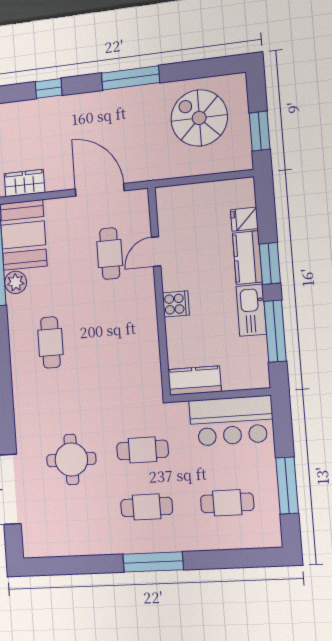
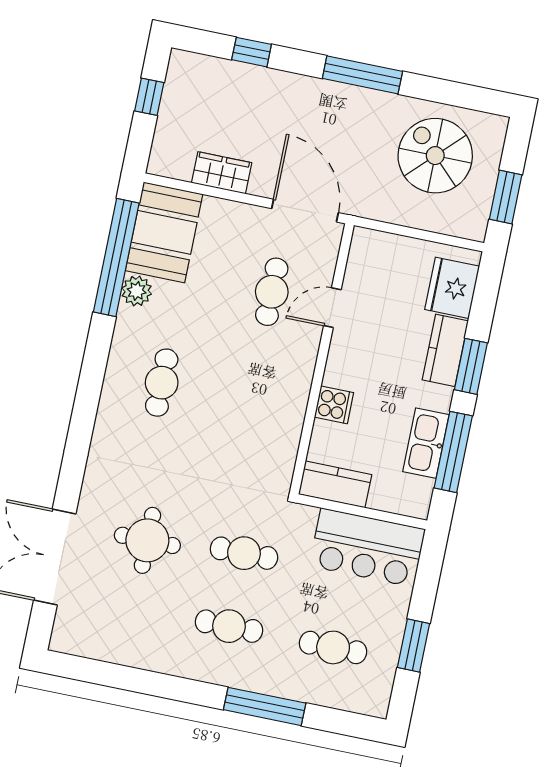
wardrobe: (24, 183) -> (222, 173), moved
door: (100, 190) -> (305, 211), moved
fridge: (244, 219) -> (452, 288), width x1.88, depth x1.34
cooker: (176, 304) -> (334, 405), moved
kitchen sink: (251, 310) -> (426, 443), moved
window: (287, 486) -> (414, 646), width x0.69
window: (153, 562) -> (265, 706), moved

